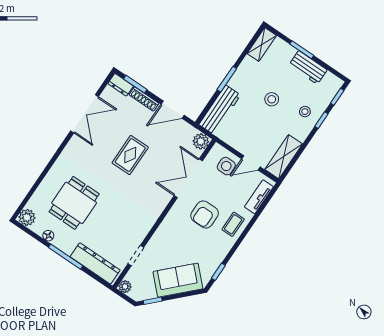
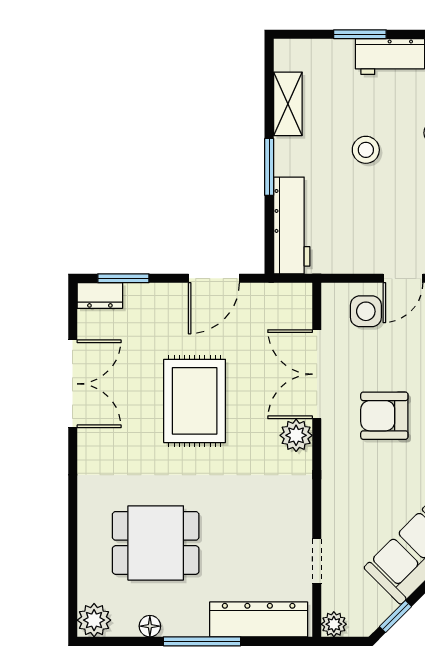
shelving: (262, 44) -> (288, 104), moved
shoe rack: (144, 99) -> (155, 293), removed
plant: (201, 141) -> (296, 435), moved
rug: (130, 155) -> (195, 401), width x1.36, depth x1.43
dining table: (74, 203) -> (156, 543), turned 90
armchair: (205, 214) -> (384, 416), turned 90

